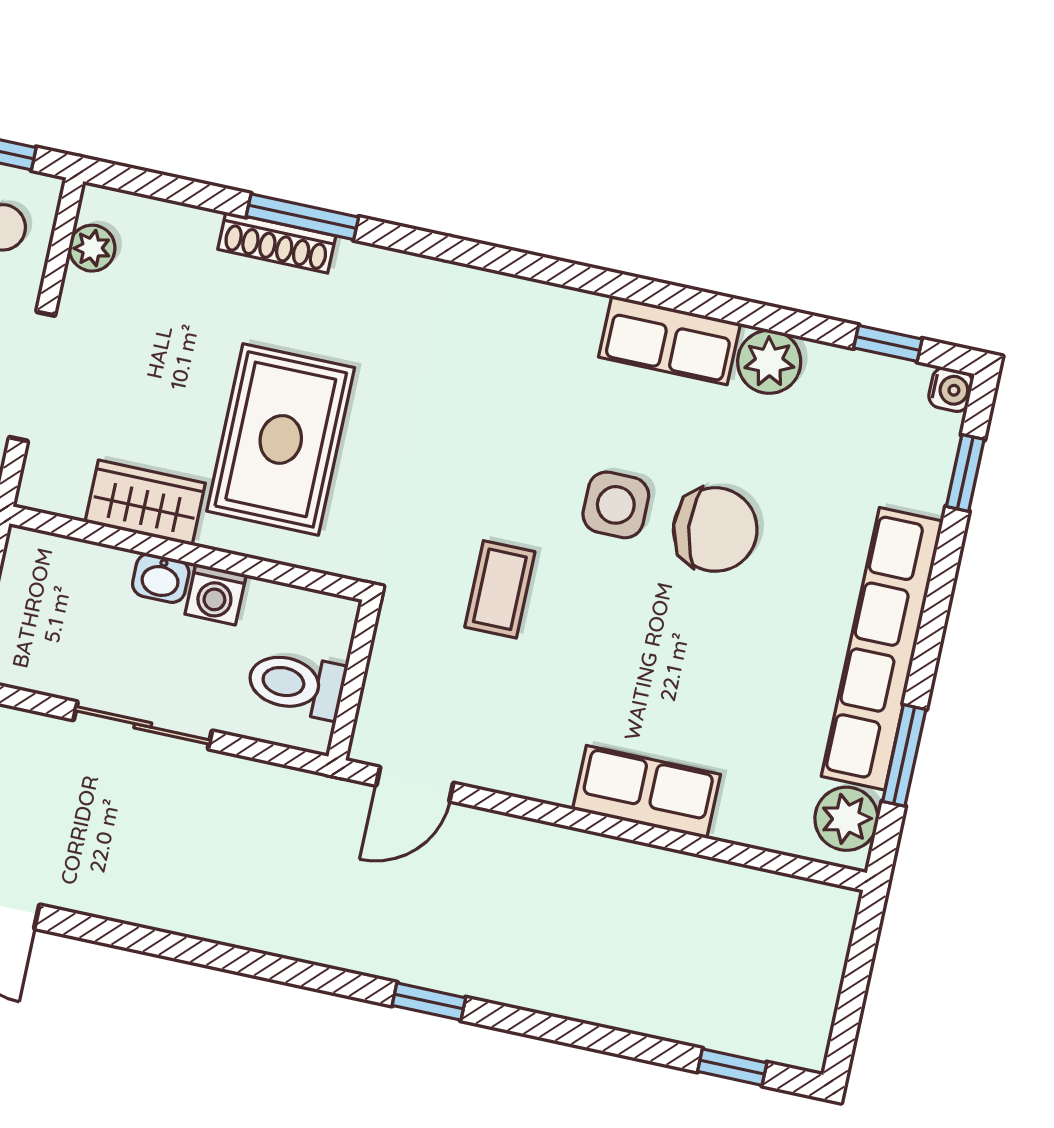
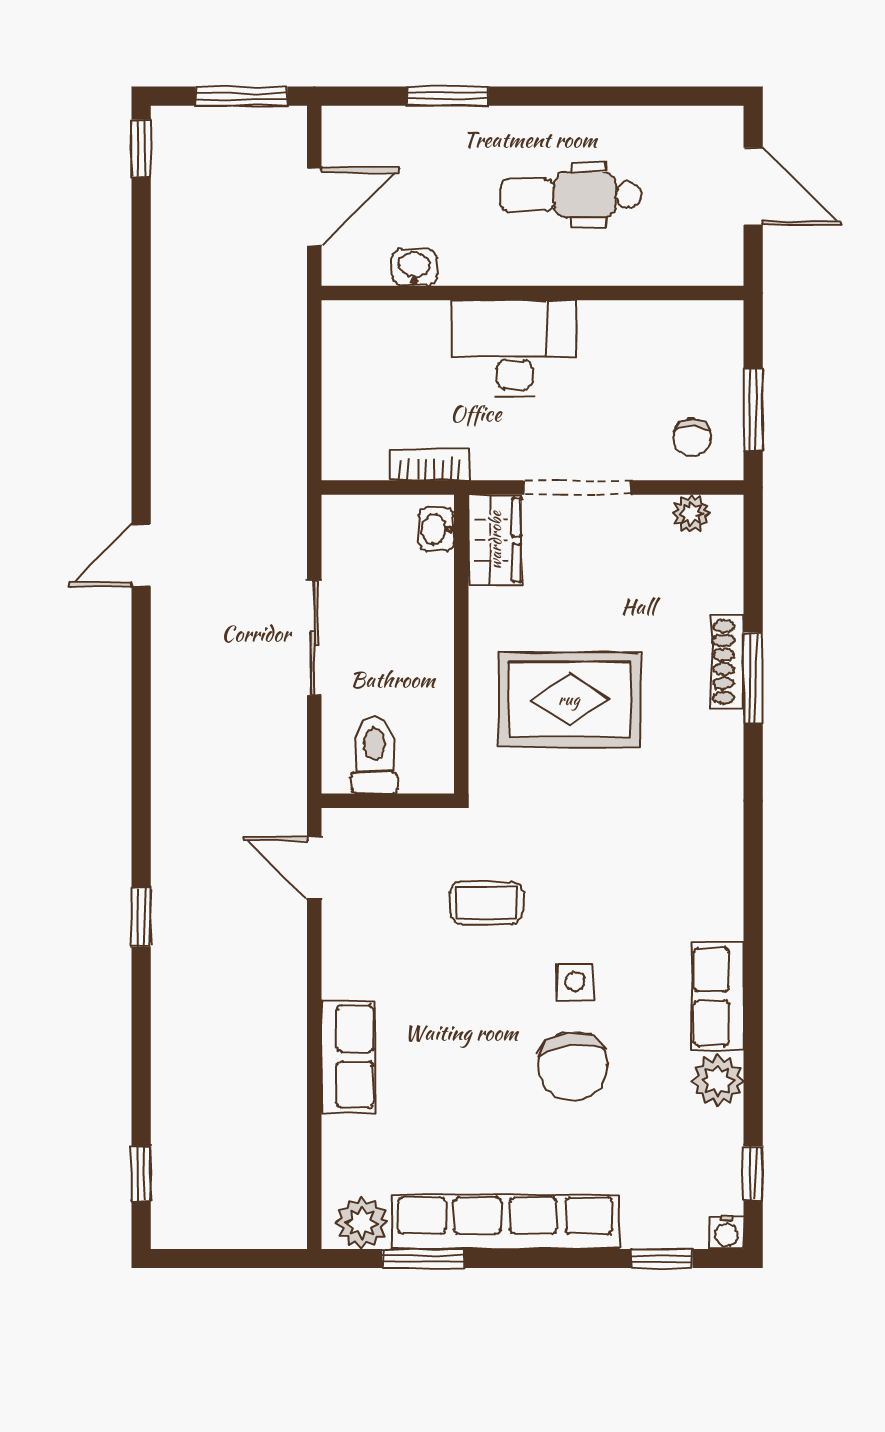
wardrobe: (145, 503) -> (495, 540), moved
side table: (616, 505) -> (575, 982), width x0.73, depth x0.73
washbasin: (161, 578) -> (436, 529), moved
washing machine: (216, 594) -> (433, 674), removed

